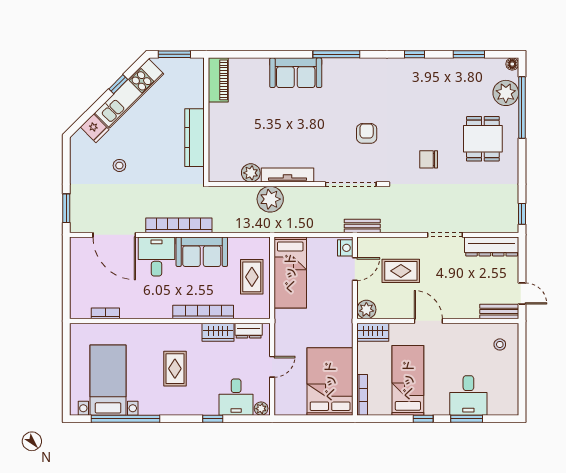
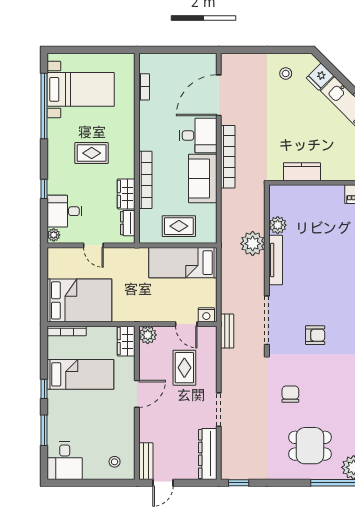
kitchen counter: (195, 138) -> (302, 172), width x0.67
stool: (119, 165) -> (286, 73), moved
window: (66, 208) -> (244, 50), removed
desk: (468, 395) -> (65, 461), moved, turned -90

